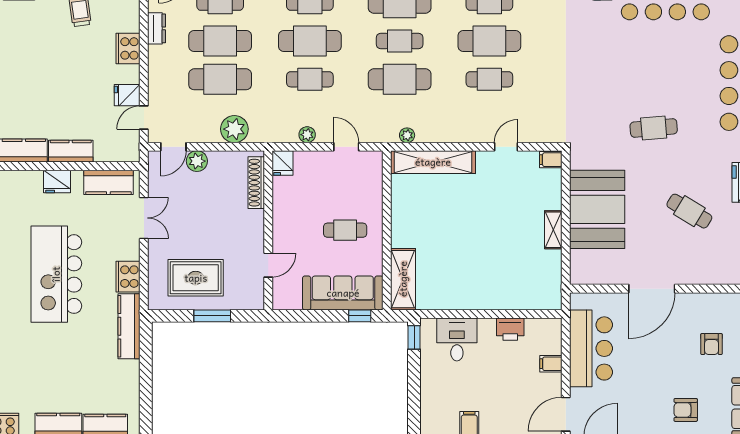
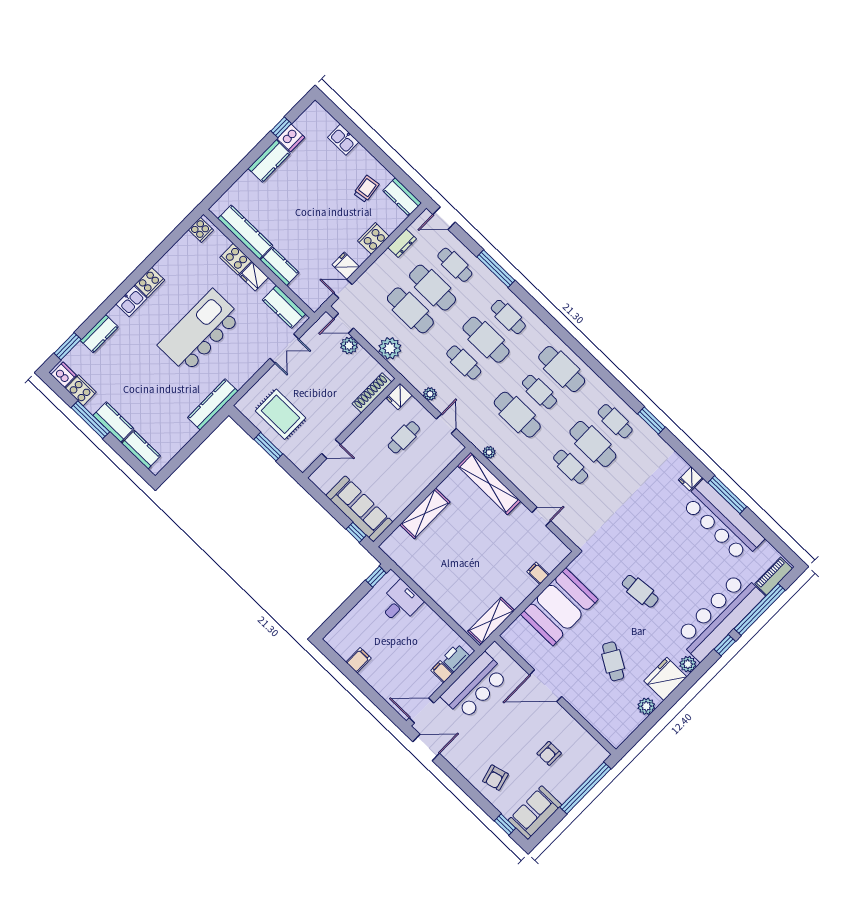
filing cabinet: (551, 160) -> (538, 573), moved
cafe table: (345, 230) -> (404, 437), moved, turned 90
shelving: (553, 230) -> (491, 621), moved, width x1.50, depth x1.33
cooker: (128, 277) -> (236, 259), moved, turned -90
shelving: (403, 279) -> (425, 513), moved
printer: (510, 329) -> (455, 658), moved, turned 90
armchair: (686, 410) -> (495, 778), turned -105

